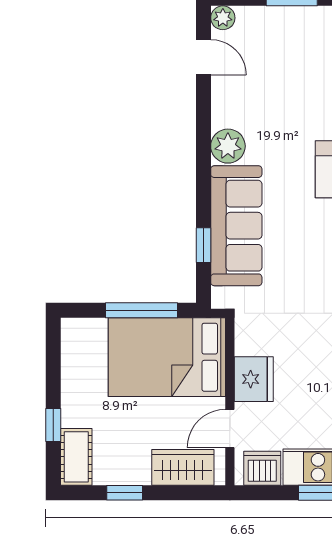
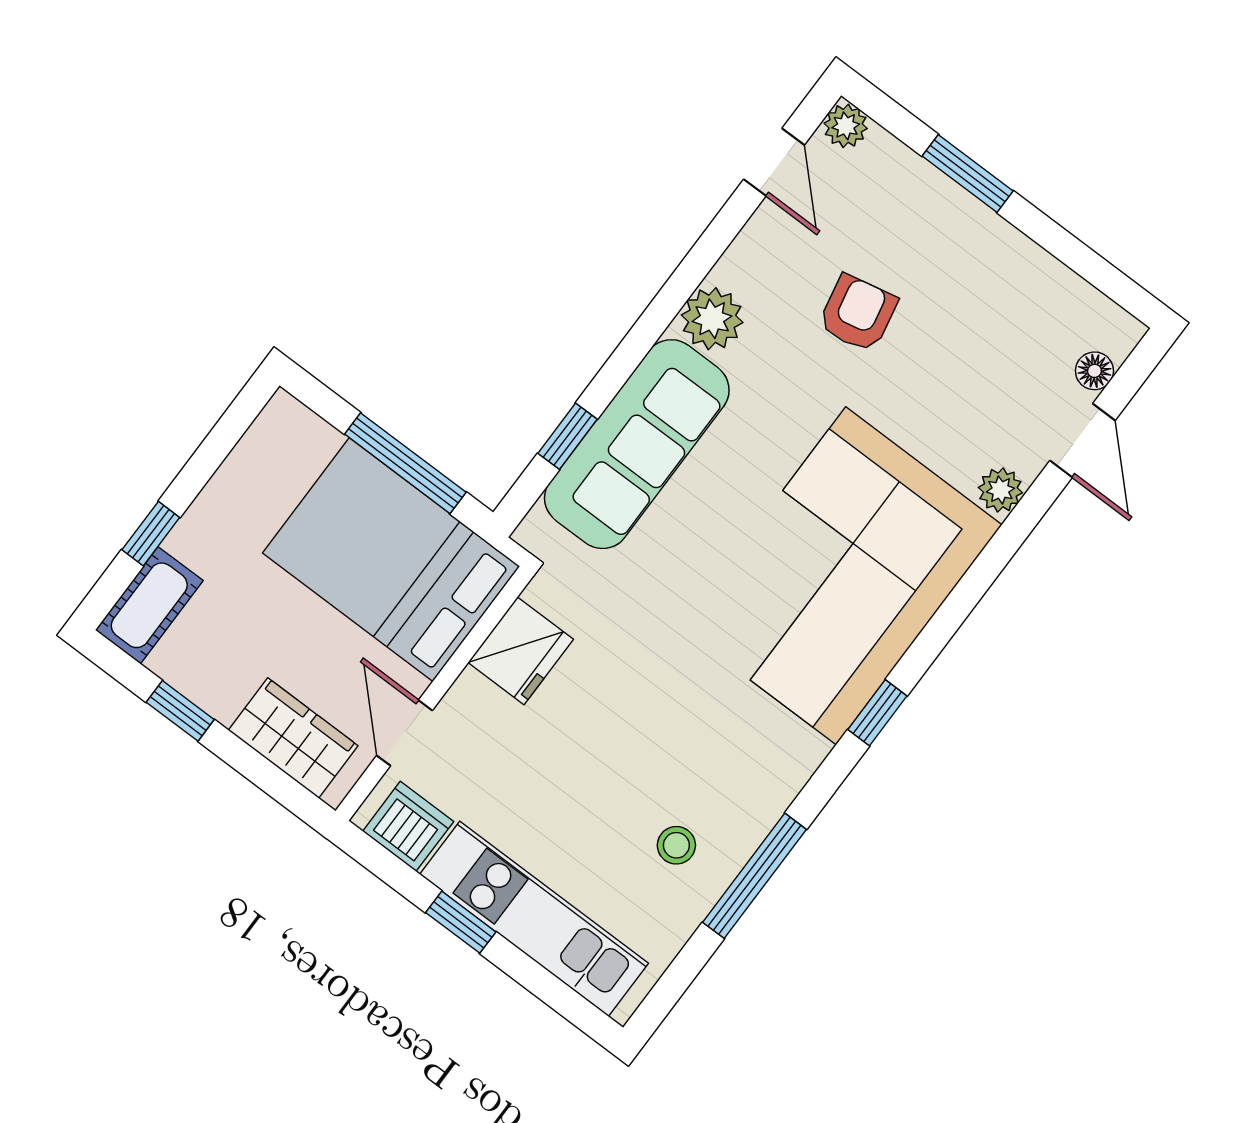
armchair: (290, 96) -> (858, 313), added
fridge: (254, 379) -> (521, 651), moved
door: (230, 429) -> (405, 733), hinge flipped

